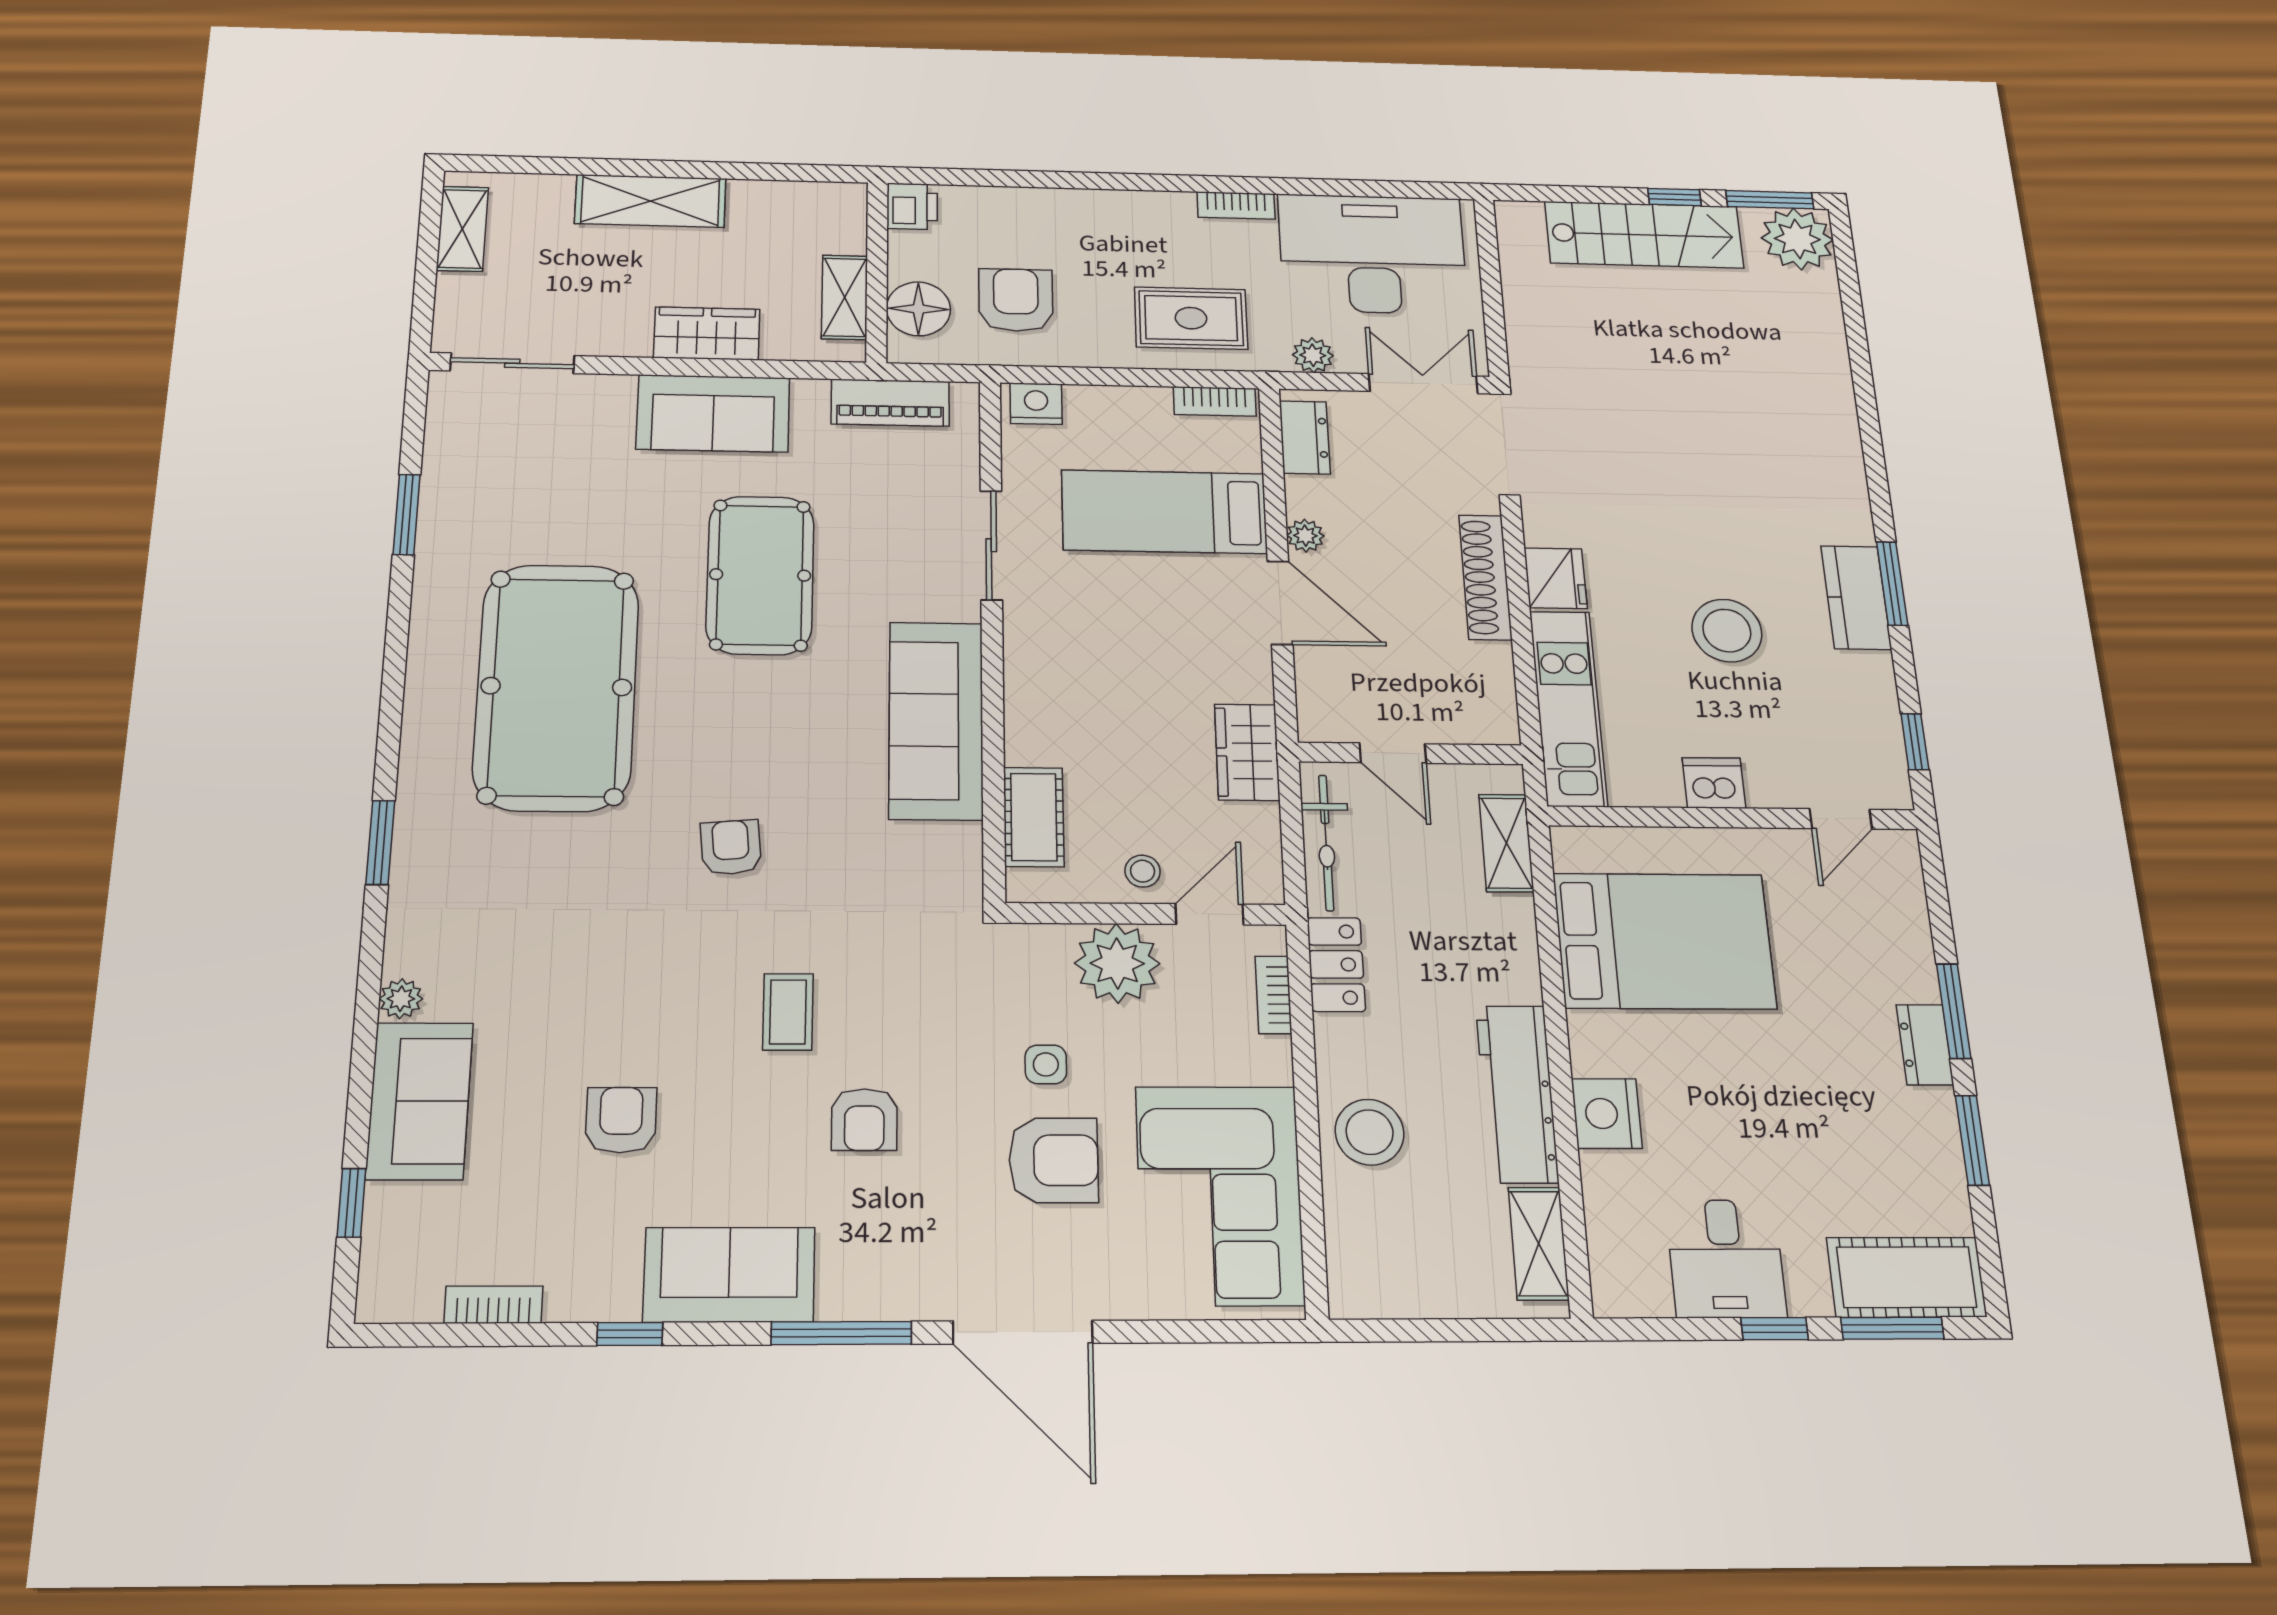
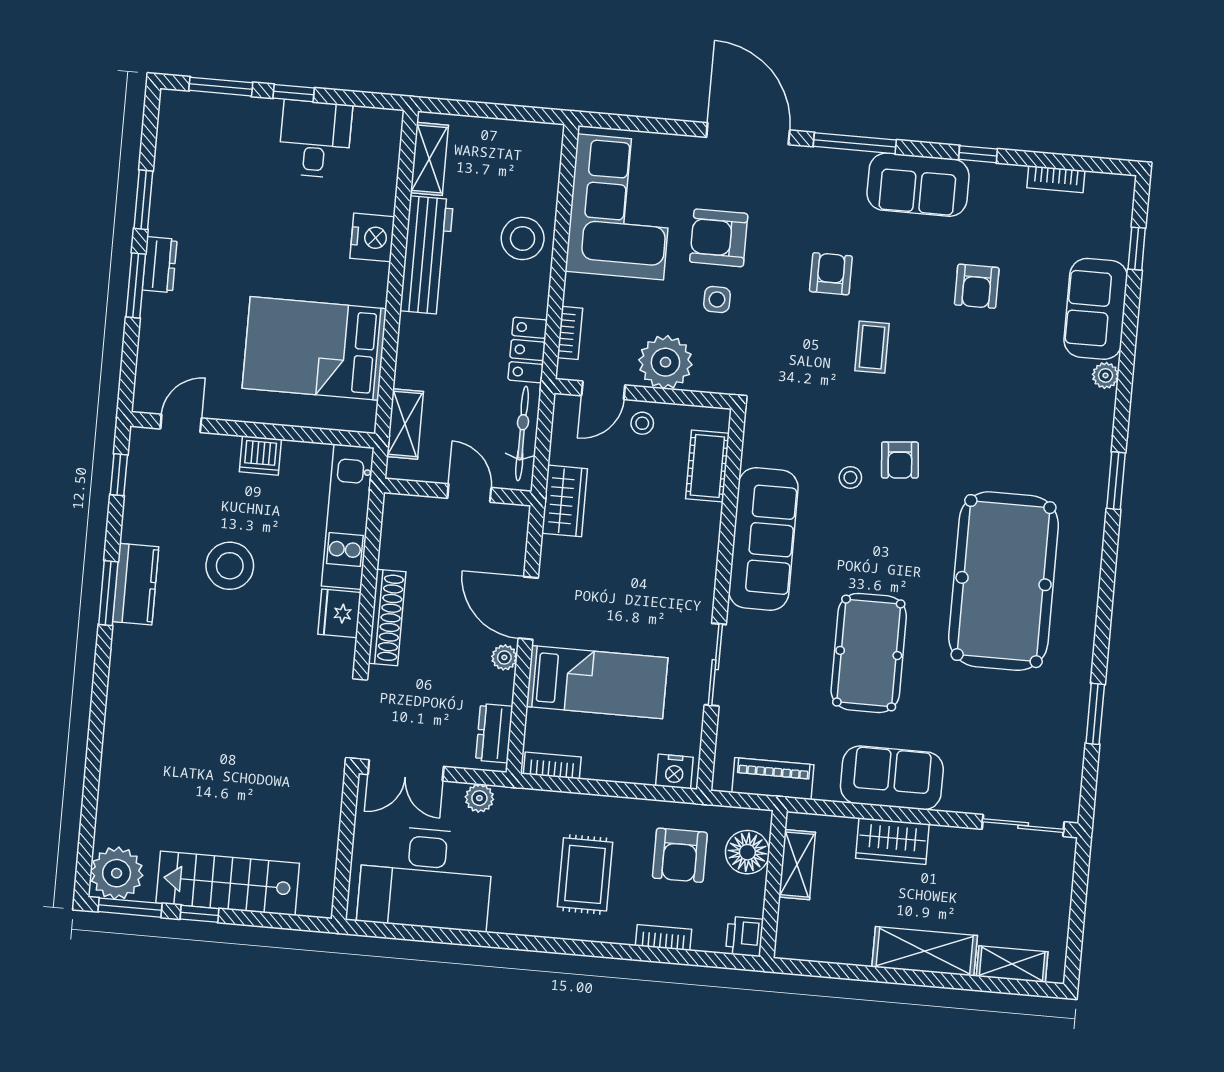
bookcase: (1236, 205) -> (664, 938), moved
shelving: (462, 229) -> (1012, 964), moved, turned 90
rug: (1191, 318) -> (585, 874), moved, turned 90
stool: (808, 817) -> (850, 477), added
cot: (1906, 1277) -> (205, 117), removed

